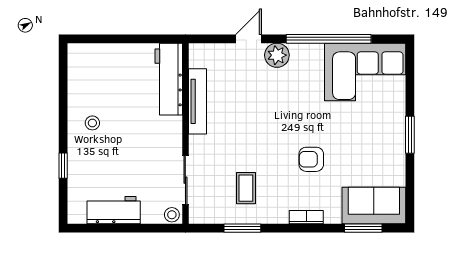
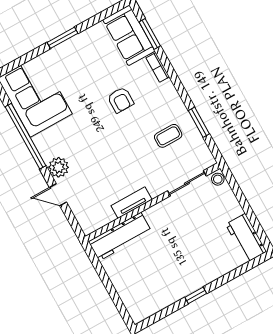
tv unit: (198, 101) -> (131, 203), width x0.71
stool: (92, 123) -> (183, 275), removed
window: (63, 166) -> (196, 295), moved
workbench: (114, 210) -> (246, 238), moved
bookcase: (306, 217) -> (158, 67), moved

